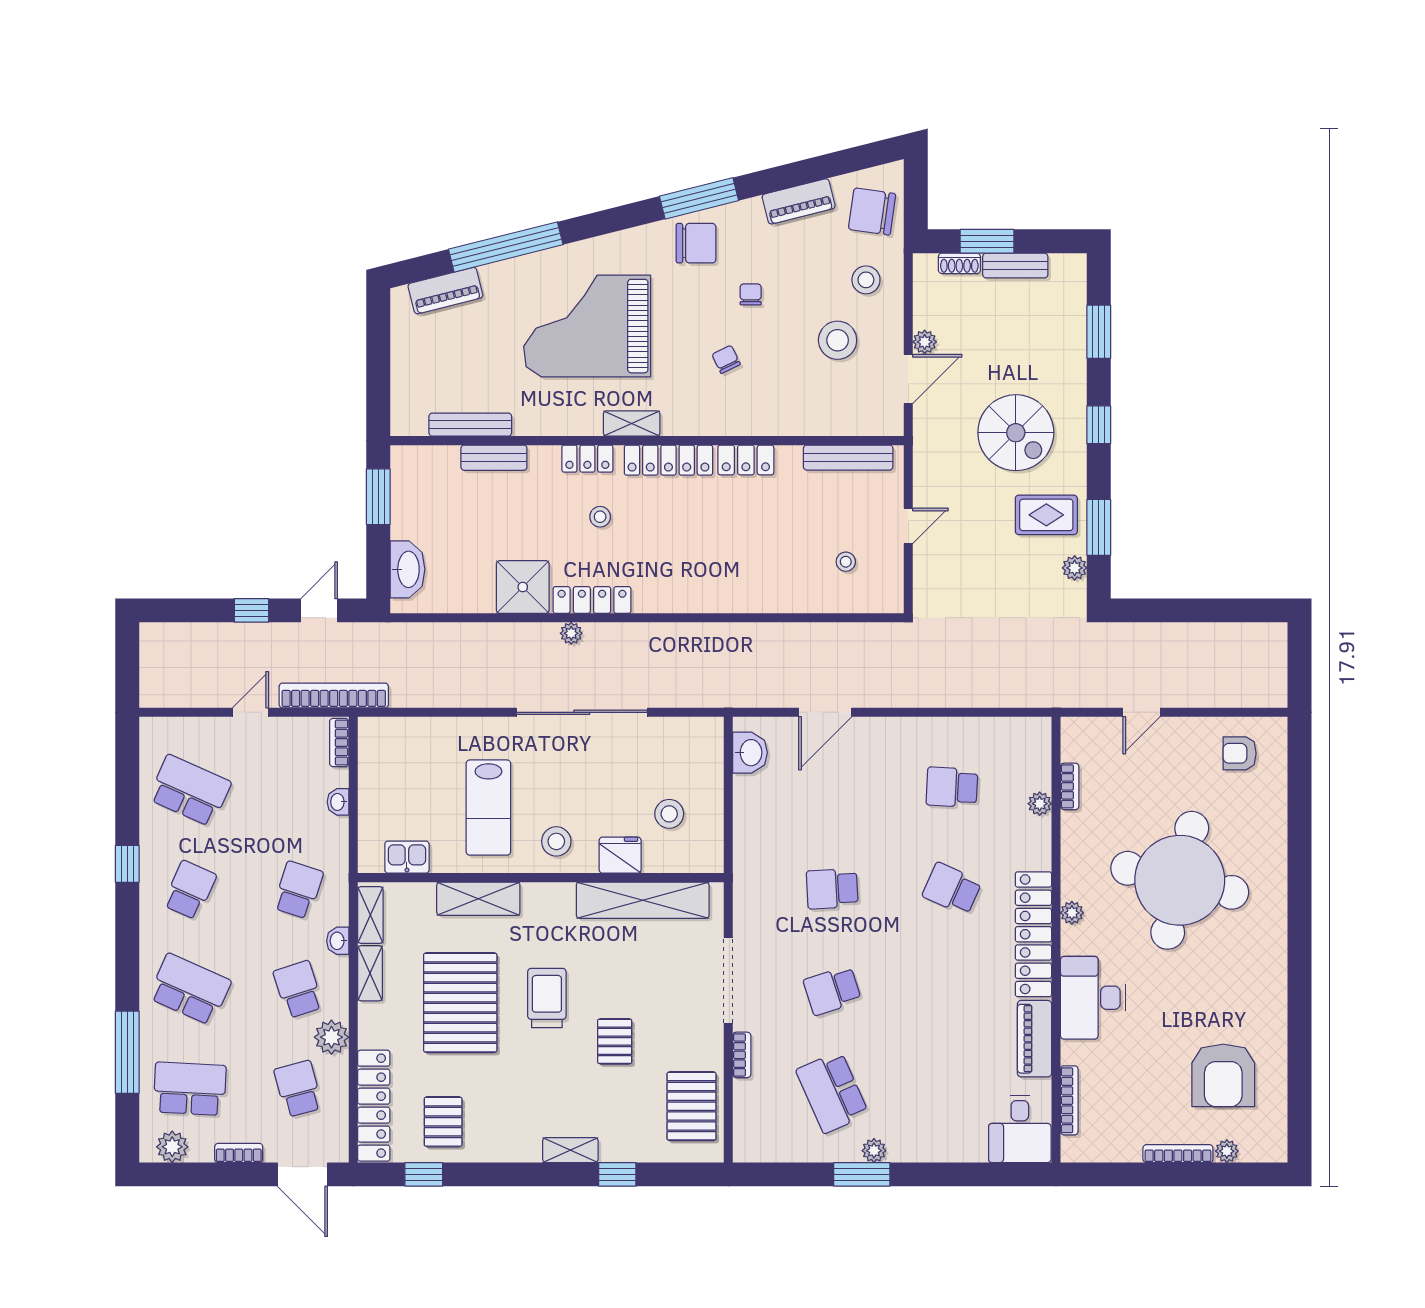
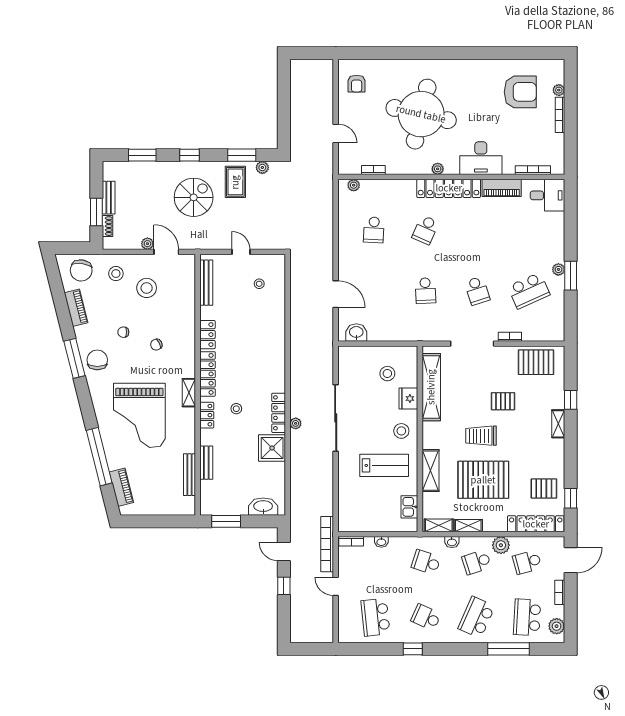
school desk: (190, 791) -> (376, 617), turned -30
plant: (1040, 804) -> (354, 185), moved

